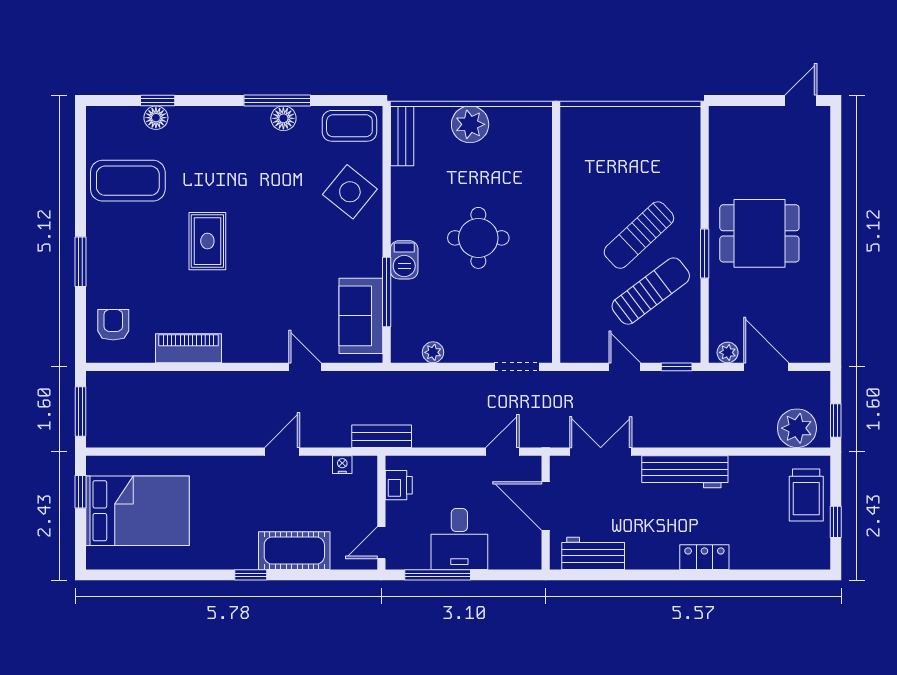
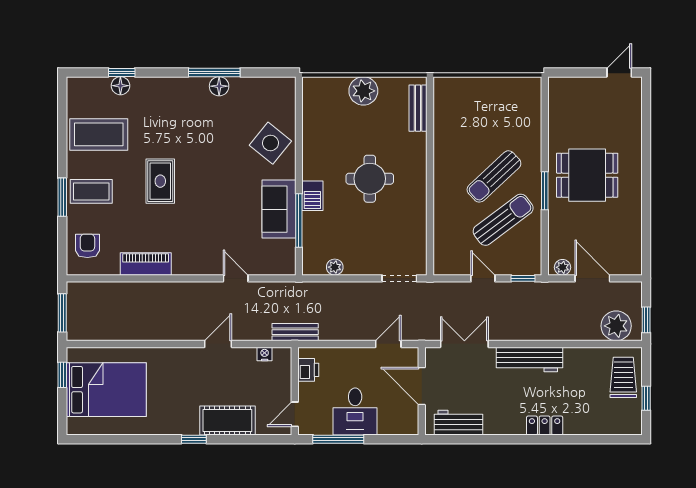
coffee table: (349, 126) -> (91, 191), moved
bench: (402, 136) -> (418, 108), moved
sofa: (361, 316) -> (279, 209), moved
trolley: (806, 495) -> (623, 377), turned 180

